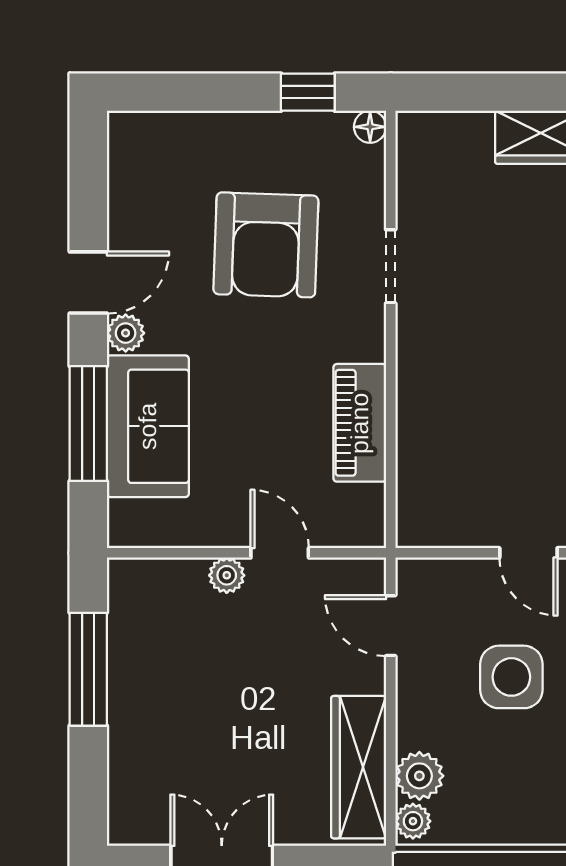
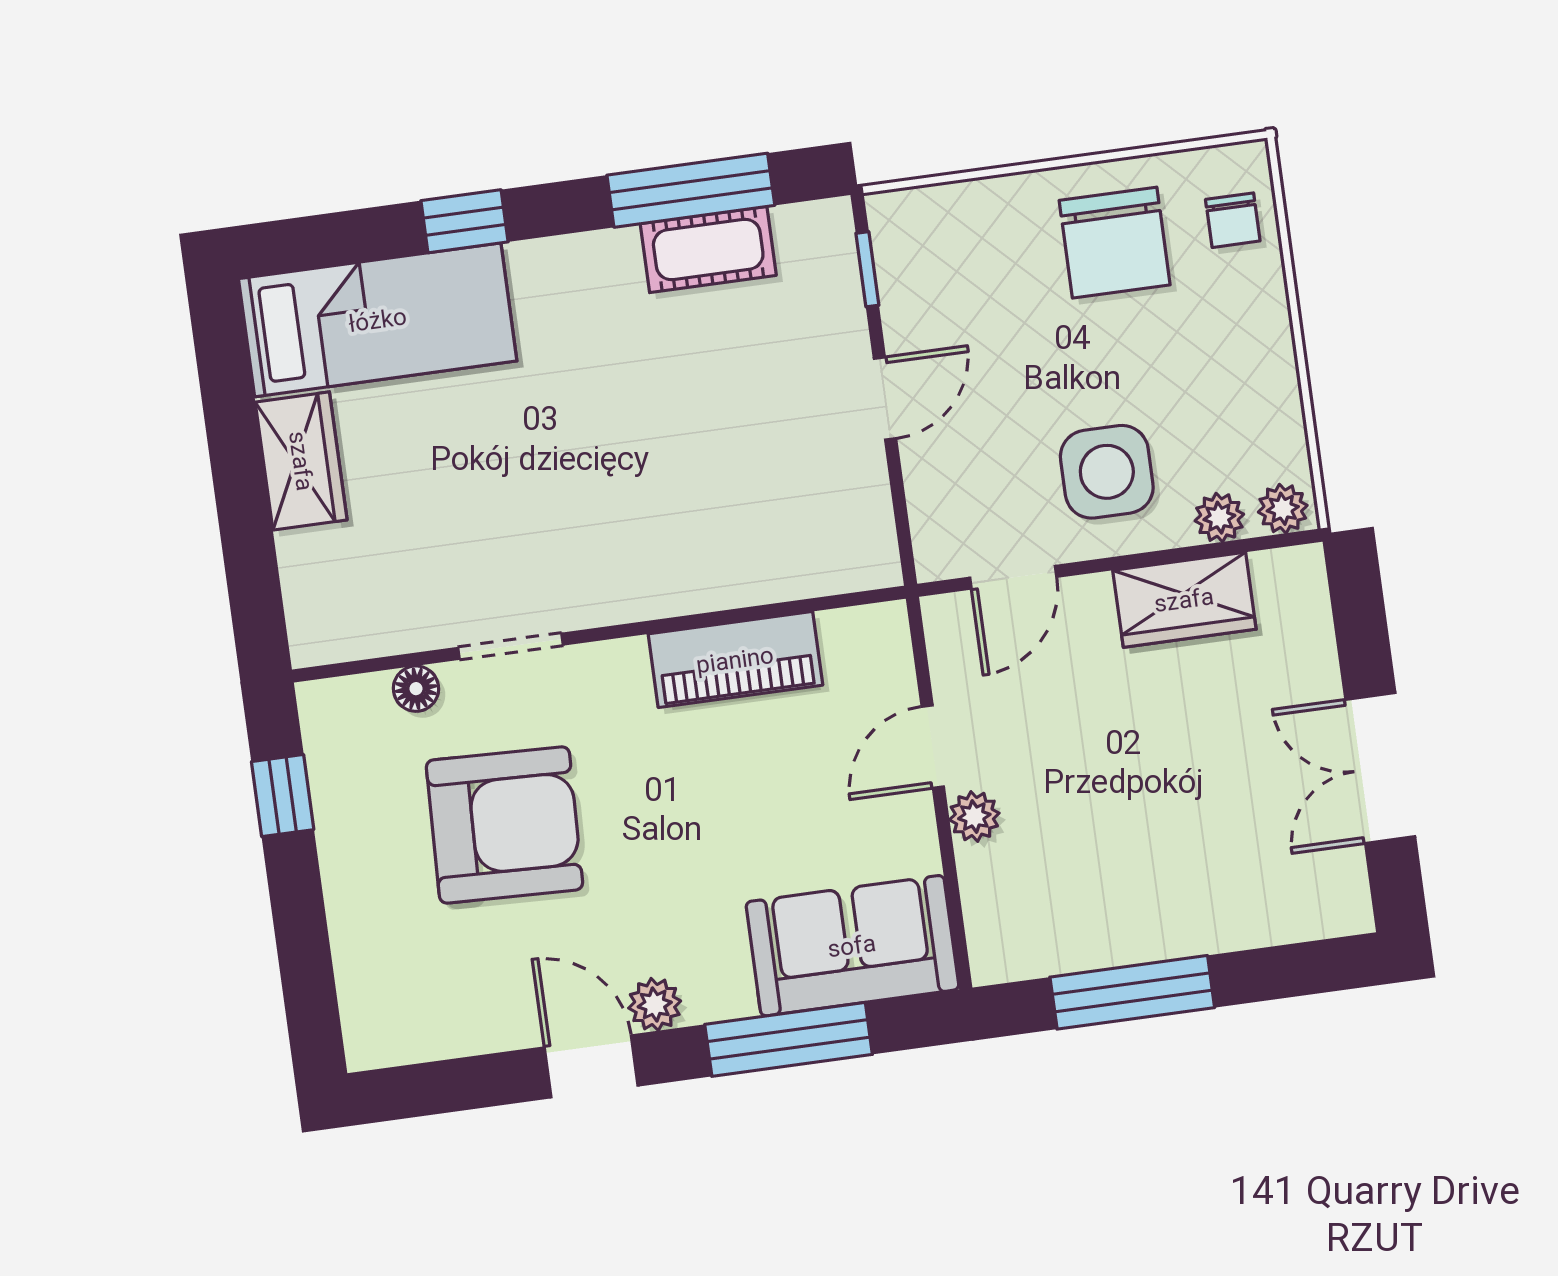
floor lamp: (370, 127) -> (416, 689), moved
sofa: (148, 426) -> (852, 946), moved
side table: (511, 677) -> (1107, 472), moved
wardrobe: (359, 767) -> (1184, 600), width x0.67
plant: (419, 776) -> (1219, 518), width x0.73, depth x0.73

